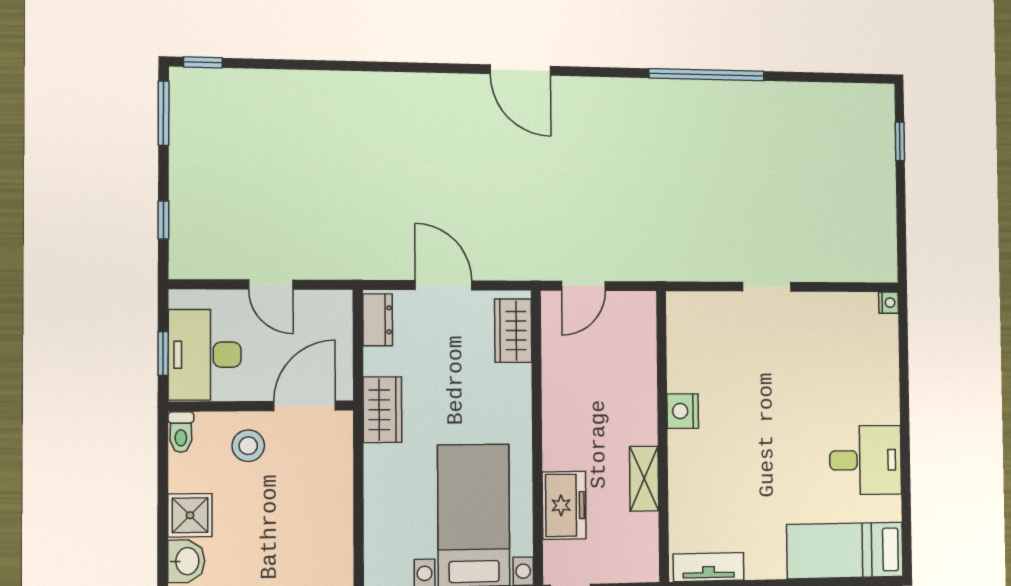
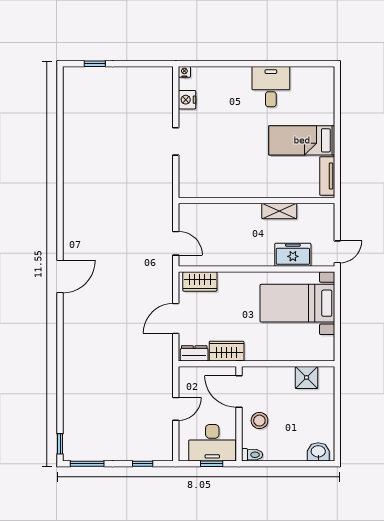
window: (707, 75) -> (60, 174), removed
wardrobe: (382, 410) -> (227, 351), moved
nightstand: (683, 411) -> (187, 100), moved, turned 90
shower: (190, 515) -> (307, 377), moved
bed: (845, 550) -> (302, 140), moved, turned 90

